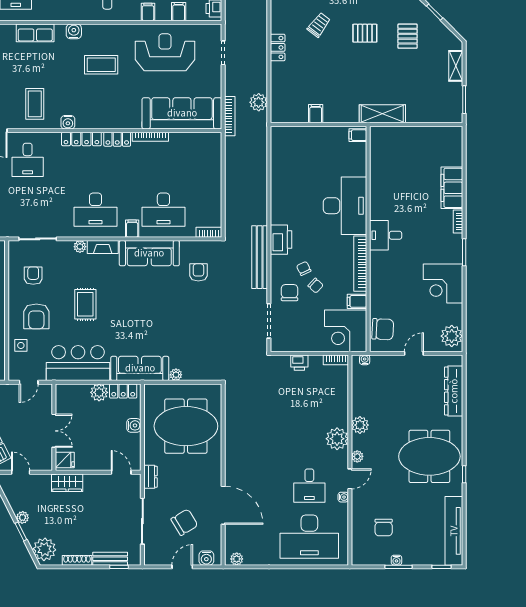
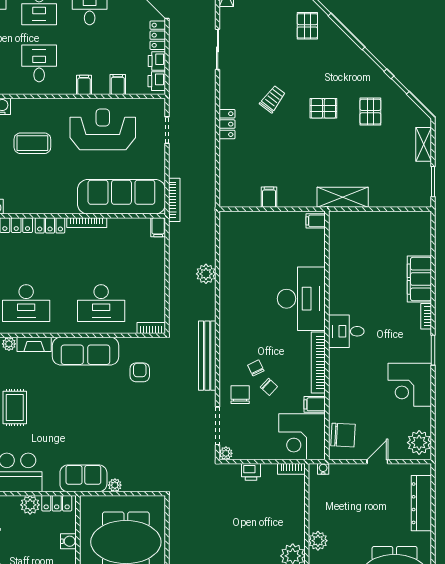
plant: (259, 102) -> (206, 274), moved
filing cabinet: (132, 229) -> (158, 227), moved, turned 180
printer: (281, 240) -> (231, 336), removed
plant: (276, 346) -> (226, 453), added
sofa: (140, 368) -> (83, 478), width x0.73

